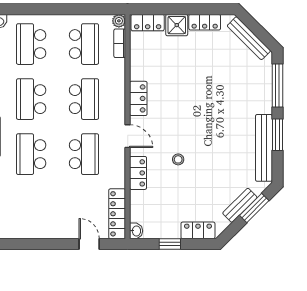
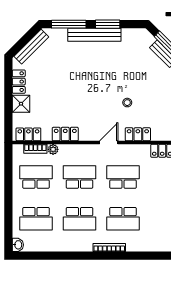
plant: (119, 21) -> (53, 149), moved
locker: (148, 23) -> (28, 134), moved, turned -90
locker: (138, 98) -> (65, 134), moved
bench: (264, 148) -> (94, 35), moved

